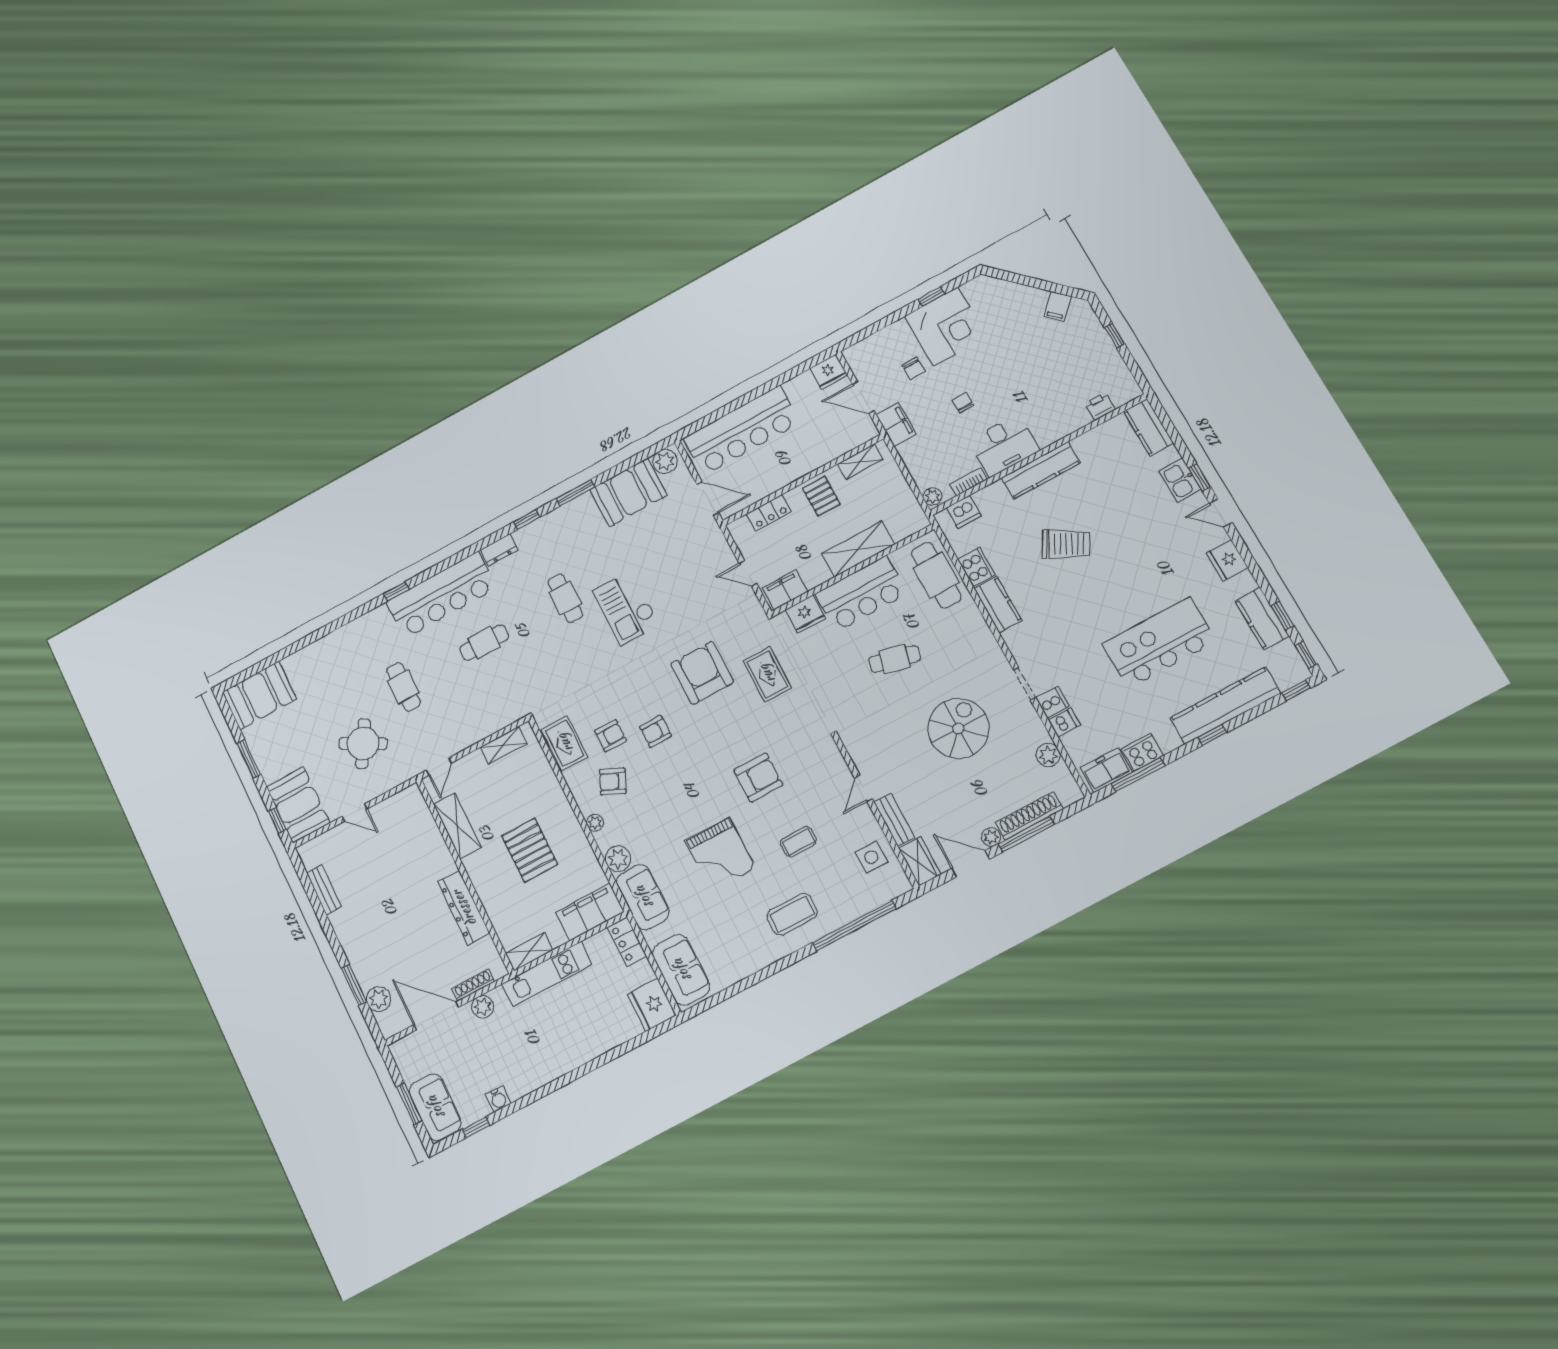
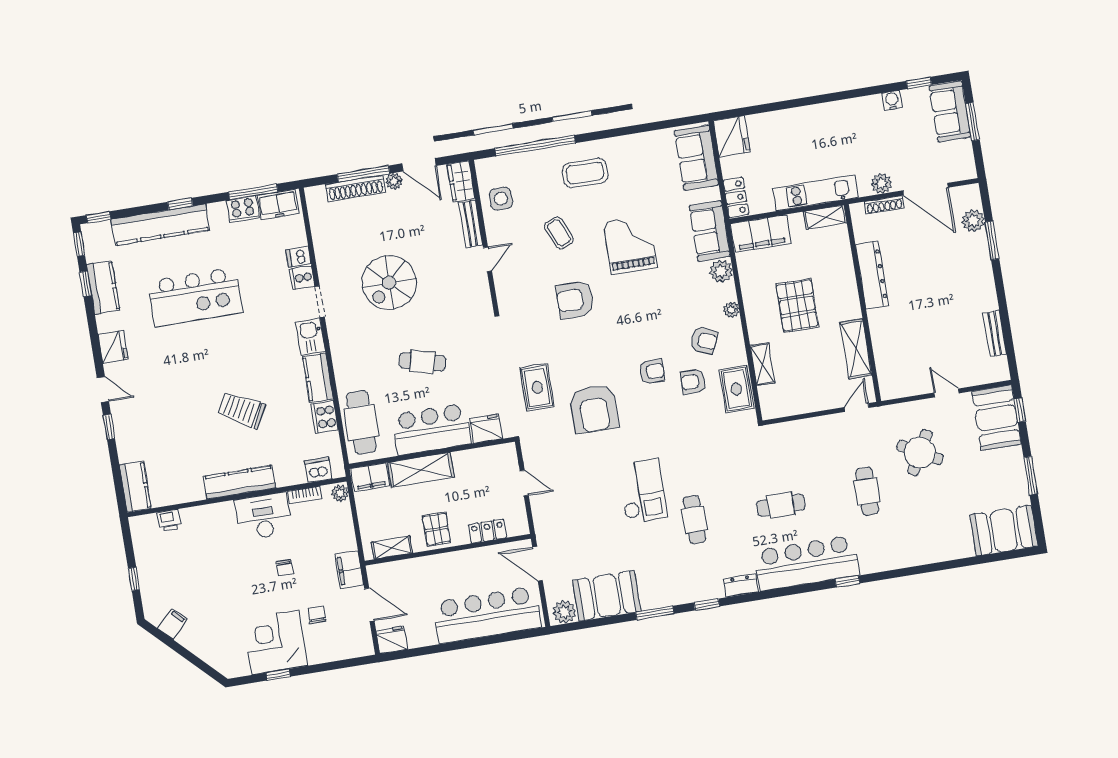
kitchen sink: (1180, 480) -> (311, 337), moved, turned 180
filing cabinet: (785, 590) -> (370, 477), moved
shelving: (504, 745) -> (762, 364), moved, turned 90
plant: (1048, 755) -> (322, 234), removed
coffee table: (798, 842) -> (559, 233), turned 66

